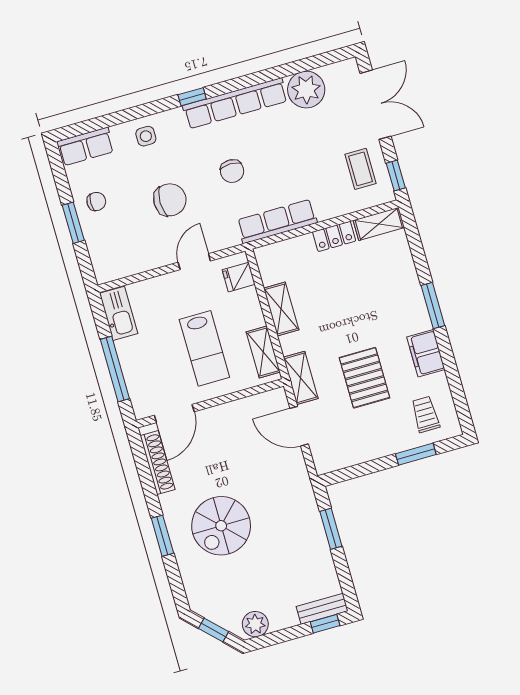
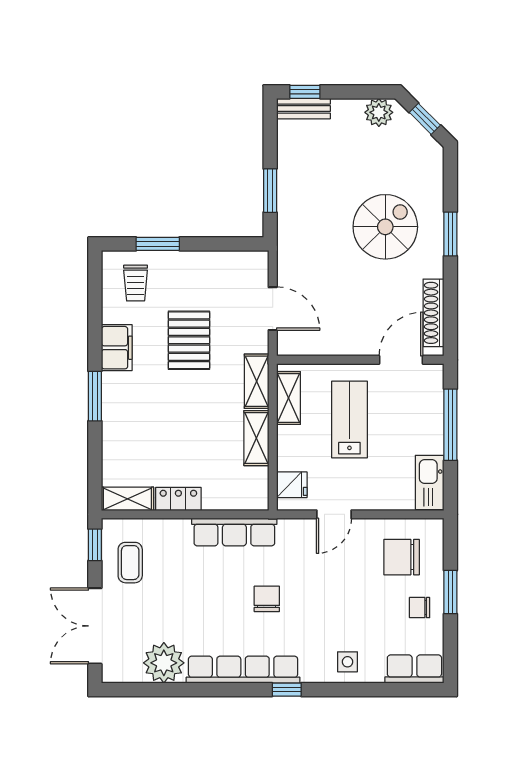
chair: (170, 200) -> (402, 557), moved
shelving: (301, 378) -> (257, 381), moved

